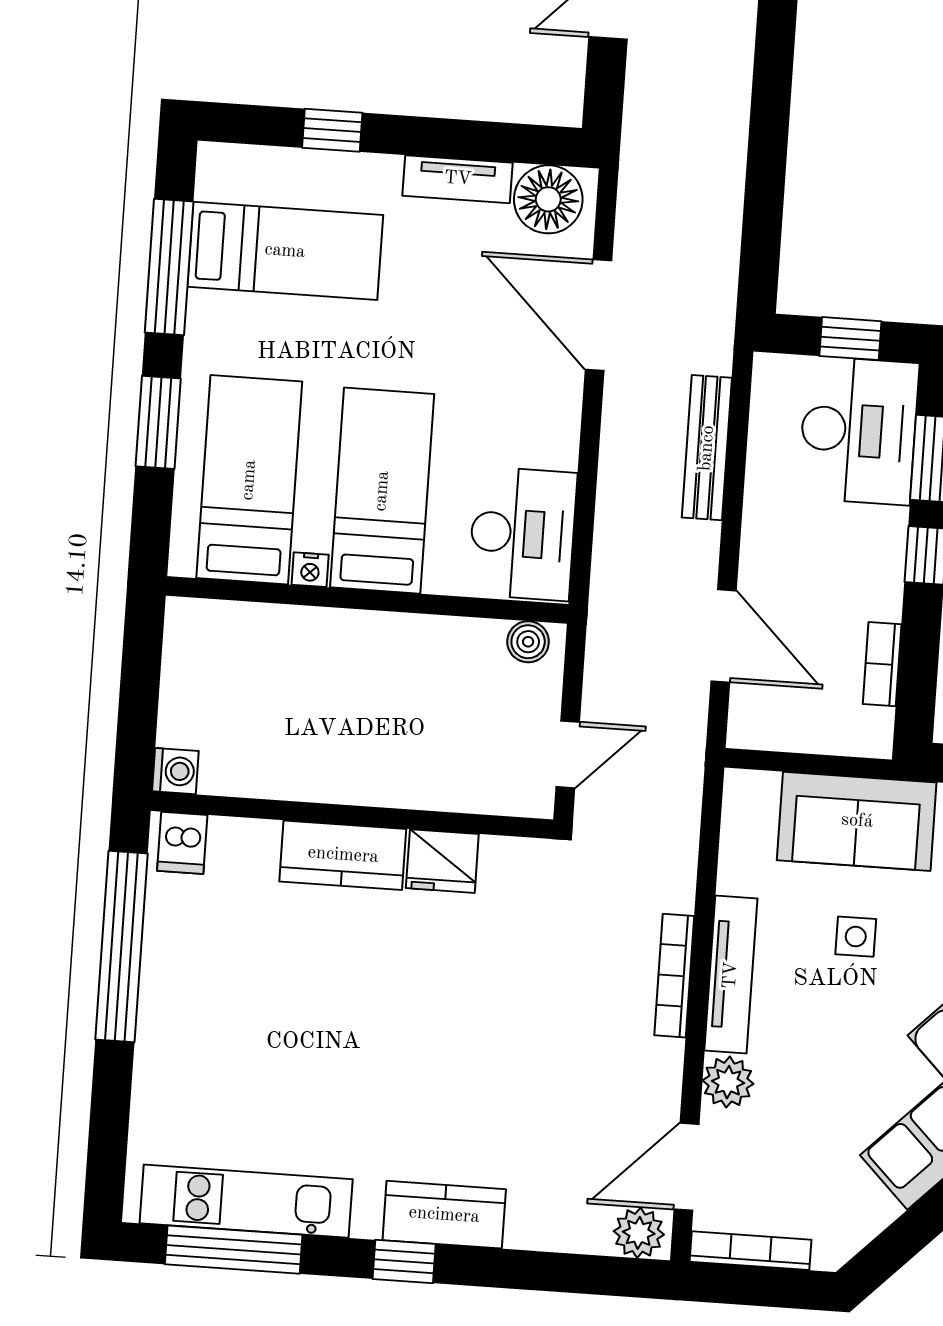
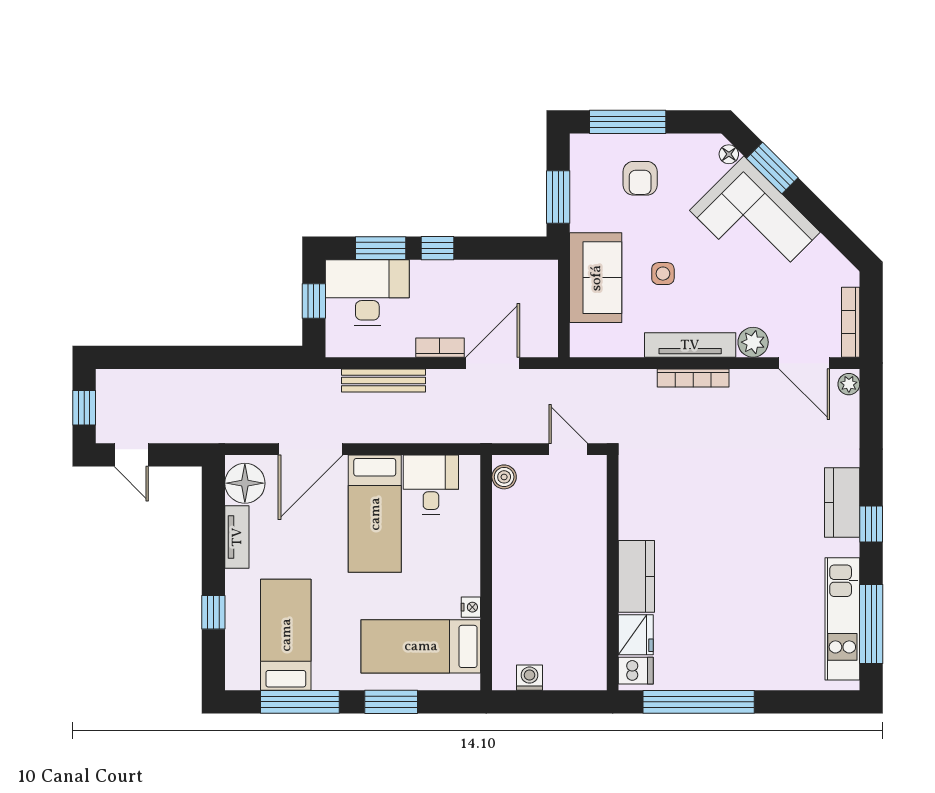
bed: (382, 491) -> (375, 514), moved, turned -90
desk: (523, 534) -> (431, 485), width x0.73
bookcase: (882, 664) -> (440, 348), moved, turned 180
washing machine: (175, 771) -> (529, 678), moved
fridge: (442, 861) -> (636, 635), moved
plant: (639, 1233) -> (849, 384), width x0.73, depth x0.73

